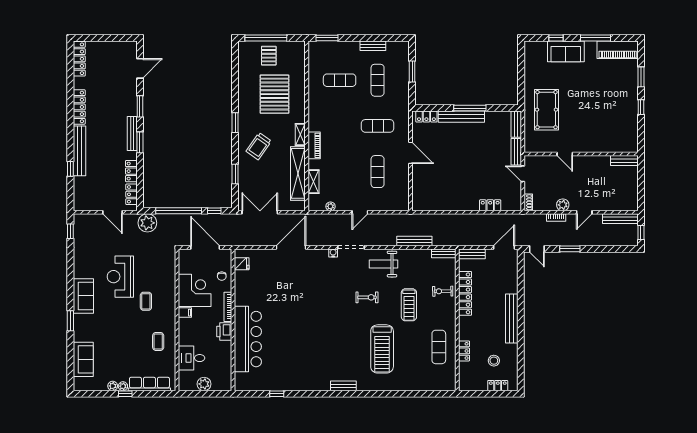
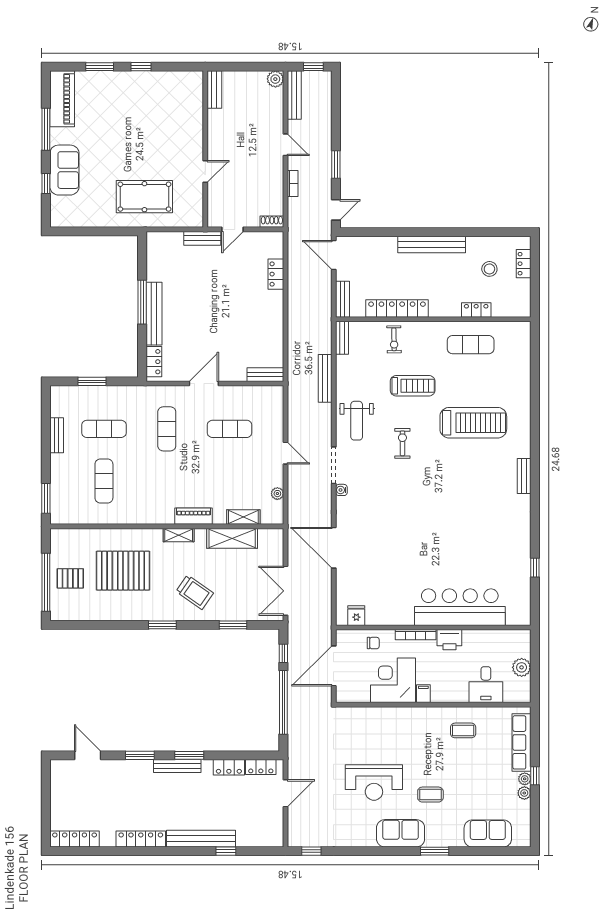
bench: (516, 124) -> (265, 375), moved
shelving: (298, 173) -> (232, 538), width x0.68
plant: (563, 205) -> (275, 79), moved
plant: (147, 223) -> (300, 745), removed
coffee table: (146, 301) -> (430, 795), moved

